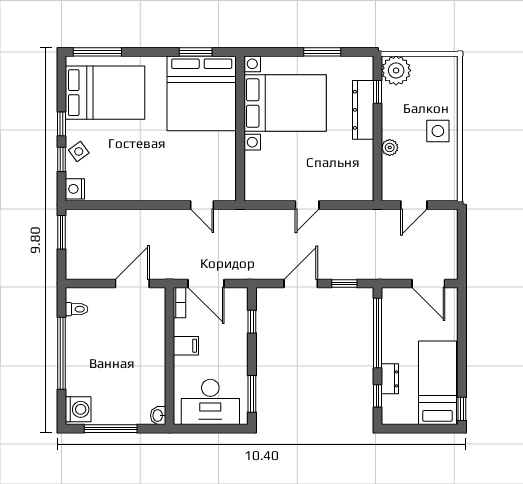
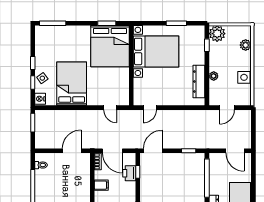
plant: (448, 91) -> (246, 45), added
bed: (105, 93) -> (72, 84), moved, turned -90
dresser: (363, 110) -> (199, 82), moved
side table: (438, 131) -> (244, 77), moved
door: (307, 205) -> (150, 108), moved
door: (301, 283) -> (153, 151), moved
printer: (237, 324) -> (129, 173), added

